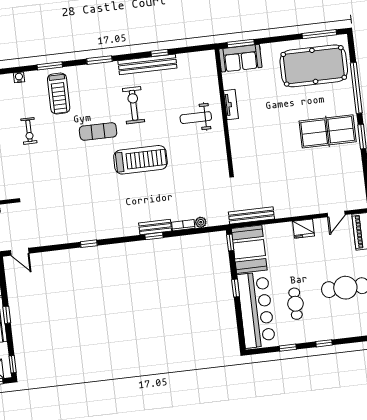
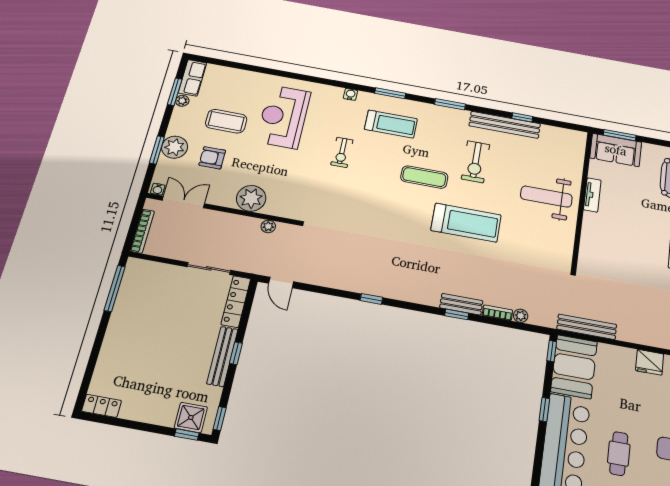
treadmill: (59, 94) -> (391, 124), turned -90
exercise bike: (134, 105) -> (476, 162), turned 180
weight bench: (196, 118) -> (546, 197), width x1.36, depth x1.33

